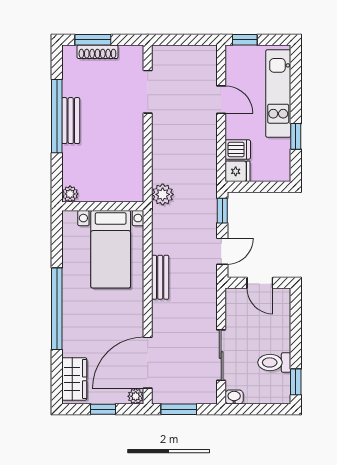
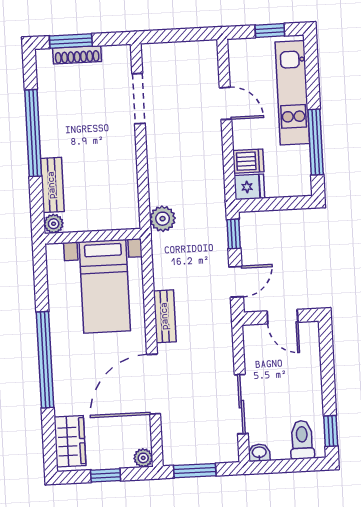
window: (245, 40) -> (270, 31), moved
bench: (71, 121) -> (52, 185), moved
window: (296, 136) -> (316, 142), width x2.17
toilet: (274, 362) -> (302, 440), moved, turned 90
door: (148, 363) -> (154, 384), moved

